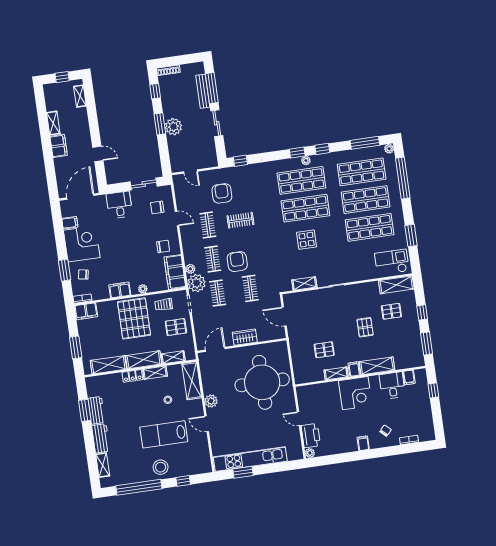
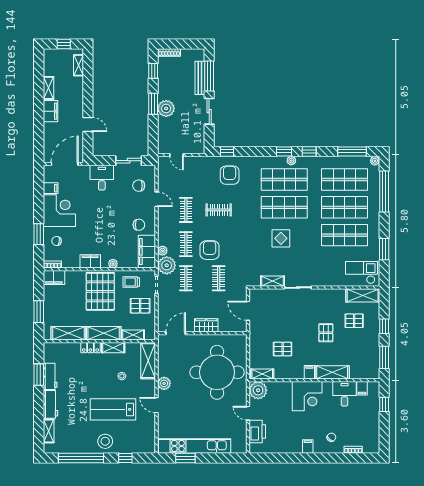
armchair: (222, 193) -> (230, 175), moved
shelving: (336, 373) -> (262, 374), moved
plant: (310, 453) -> (258, 390), moved, width x1.88, depth x1.88

